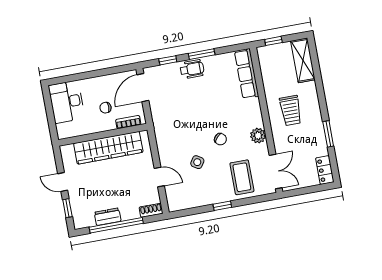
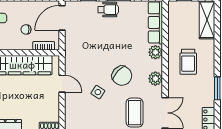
plant: (253, 107) -> (155, 52), added
chair: (220, 139) -> (122, 76), width x1.87, depth x1.87
door: (159, 177) -> (62, 84), moved

